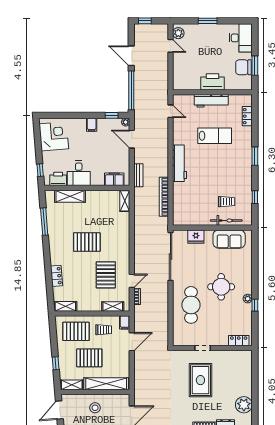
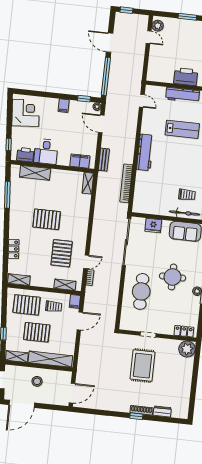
plant: (244, 405) -> (187, 349), moved

